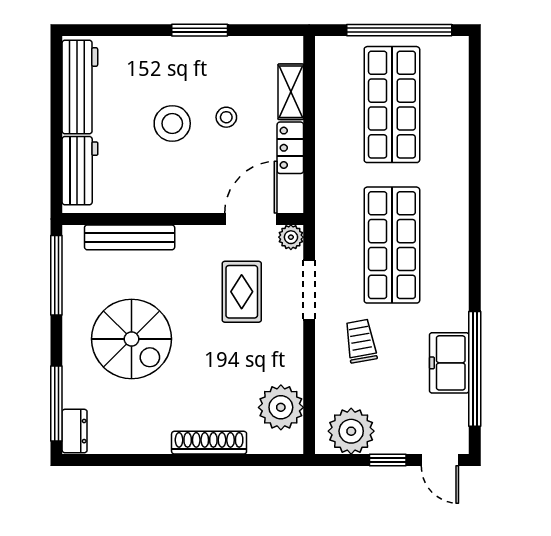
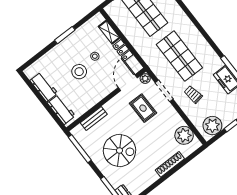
workbench: (80, 87) -> (44, 87), width x0.73
bench: (130, 237) -> (94, 119), width x0.73

